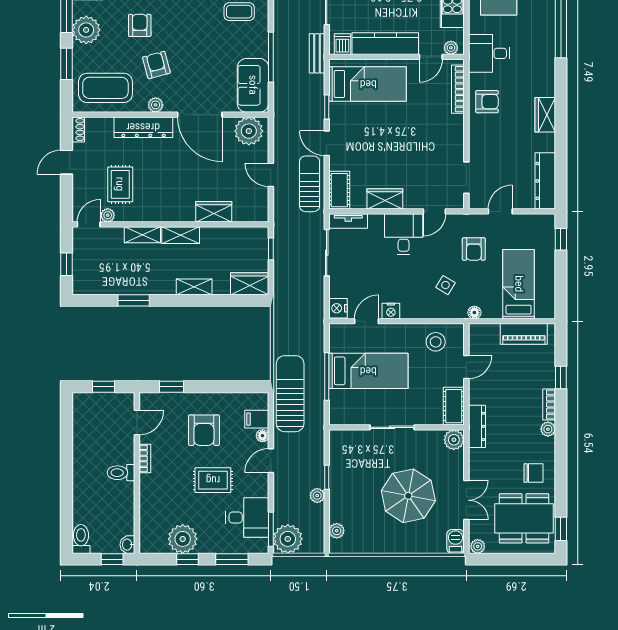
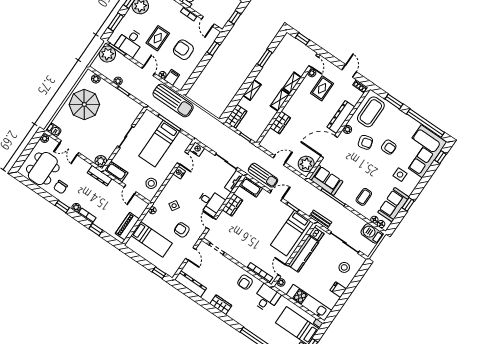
plant: (86, 30) -> (403, 121), removed
rug: (120, 184) -> (322, 88), turned 90
parasol: (408, 496) -> (84, 104), moved
window: (561, 529) -> (62, 207), moved

